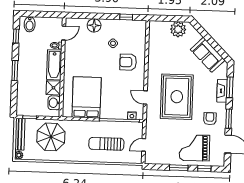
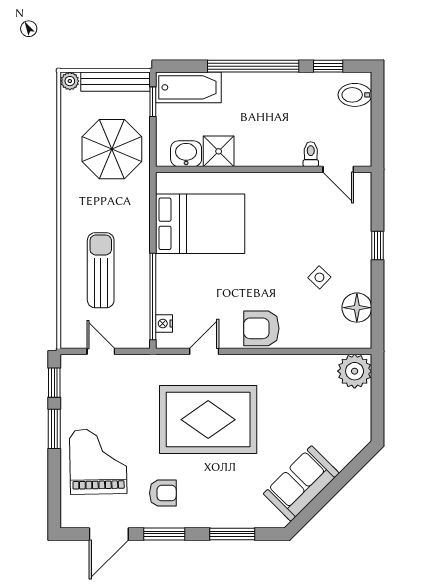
window: (126, 17) -> (377, 246), moved
floor lamp: (94, 25) -> (357, 308), moved
plant: (178, 29) -> (355, 371), moved
armchair: (128, 62) -> (261, 328), moved, turned -90
bathtub: (54, 65) -> (188, 87), moved, turned 180
window: (15, 71) -> (253, 66), width x2.11
fireplace: (222, 91) -> (224, 518), removed
window: (204, 168) -> (54, 383), moved

